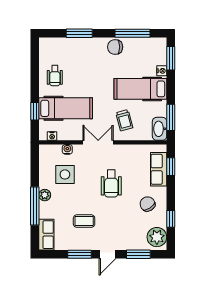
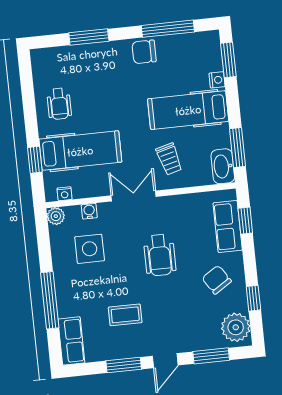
plant: (45, 195) -> (56, 216), moved

